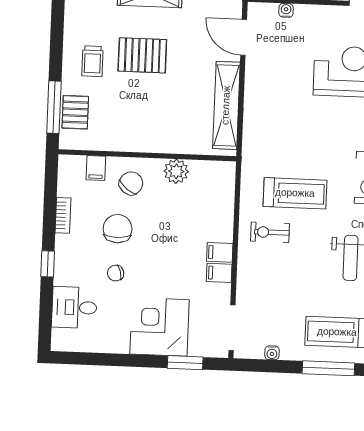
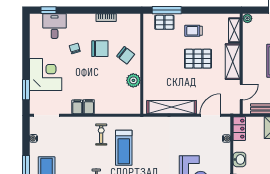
pallet: (142, 55) -> (198, 59), turned 90
filing cabinet: (96, 168) -> (133, 35), removed
window: (48, 264) -> (49, 10), moved

